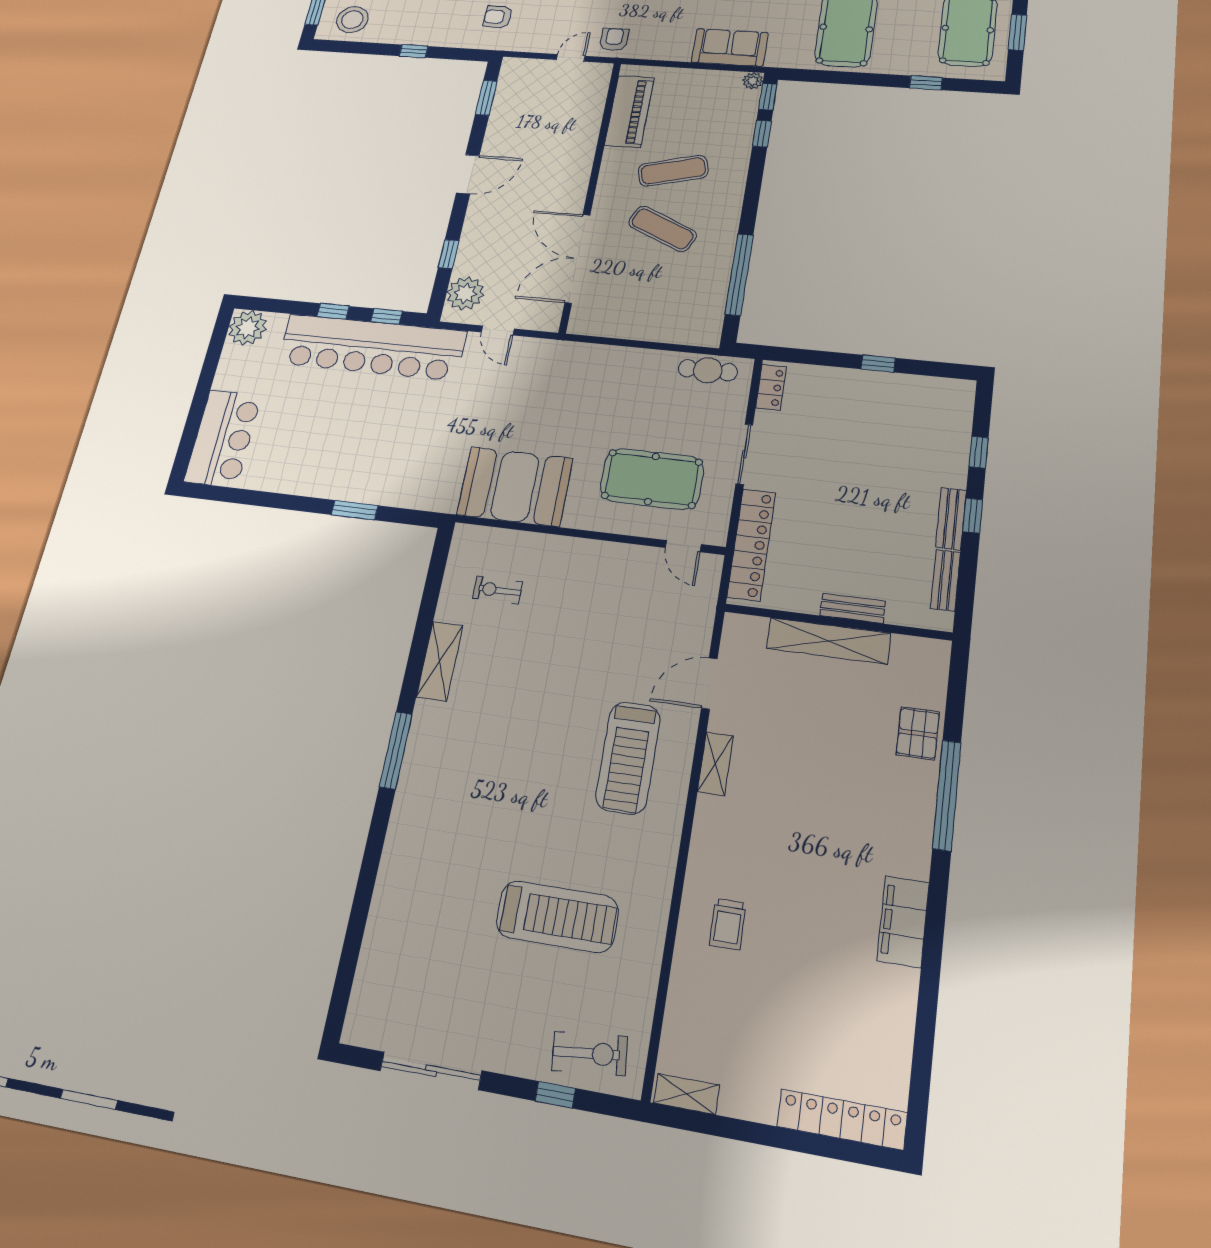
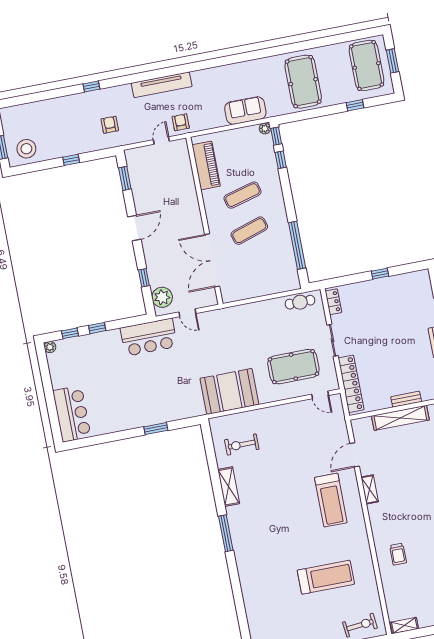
armchair: (498, 17) -> (110, 125), turned 90
exercise mat: (662, 229) -> (249, 231), turned -42
window: (387, 316) -> (70, 333), moved
plant: (248, 328) -> (50, 347), width x0.53, depth x0.53
bar counter: (372, 347) -> (149, 337), width x0.54
exercise bike: (498, 590) -> (242, 445), width x1.38, depth x1.39

